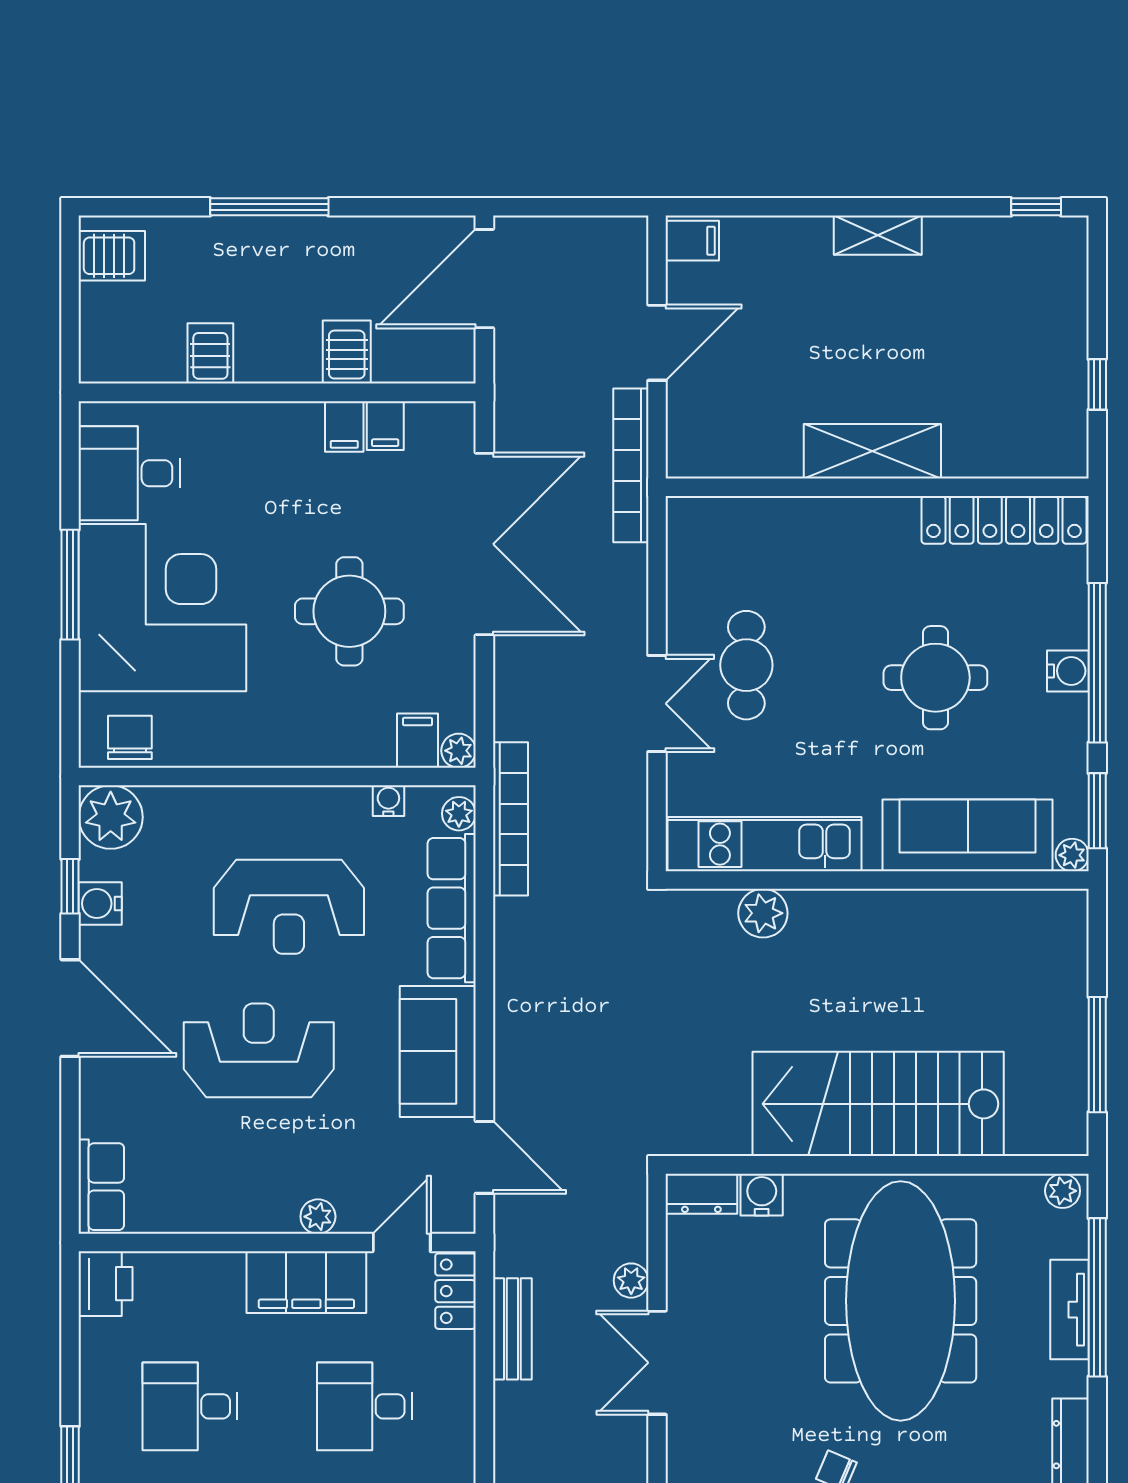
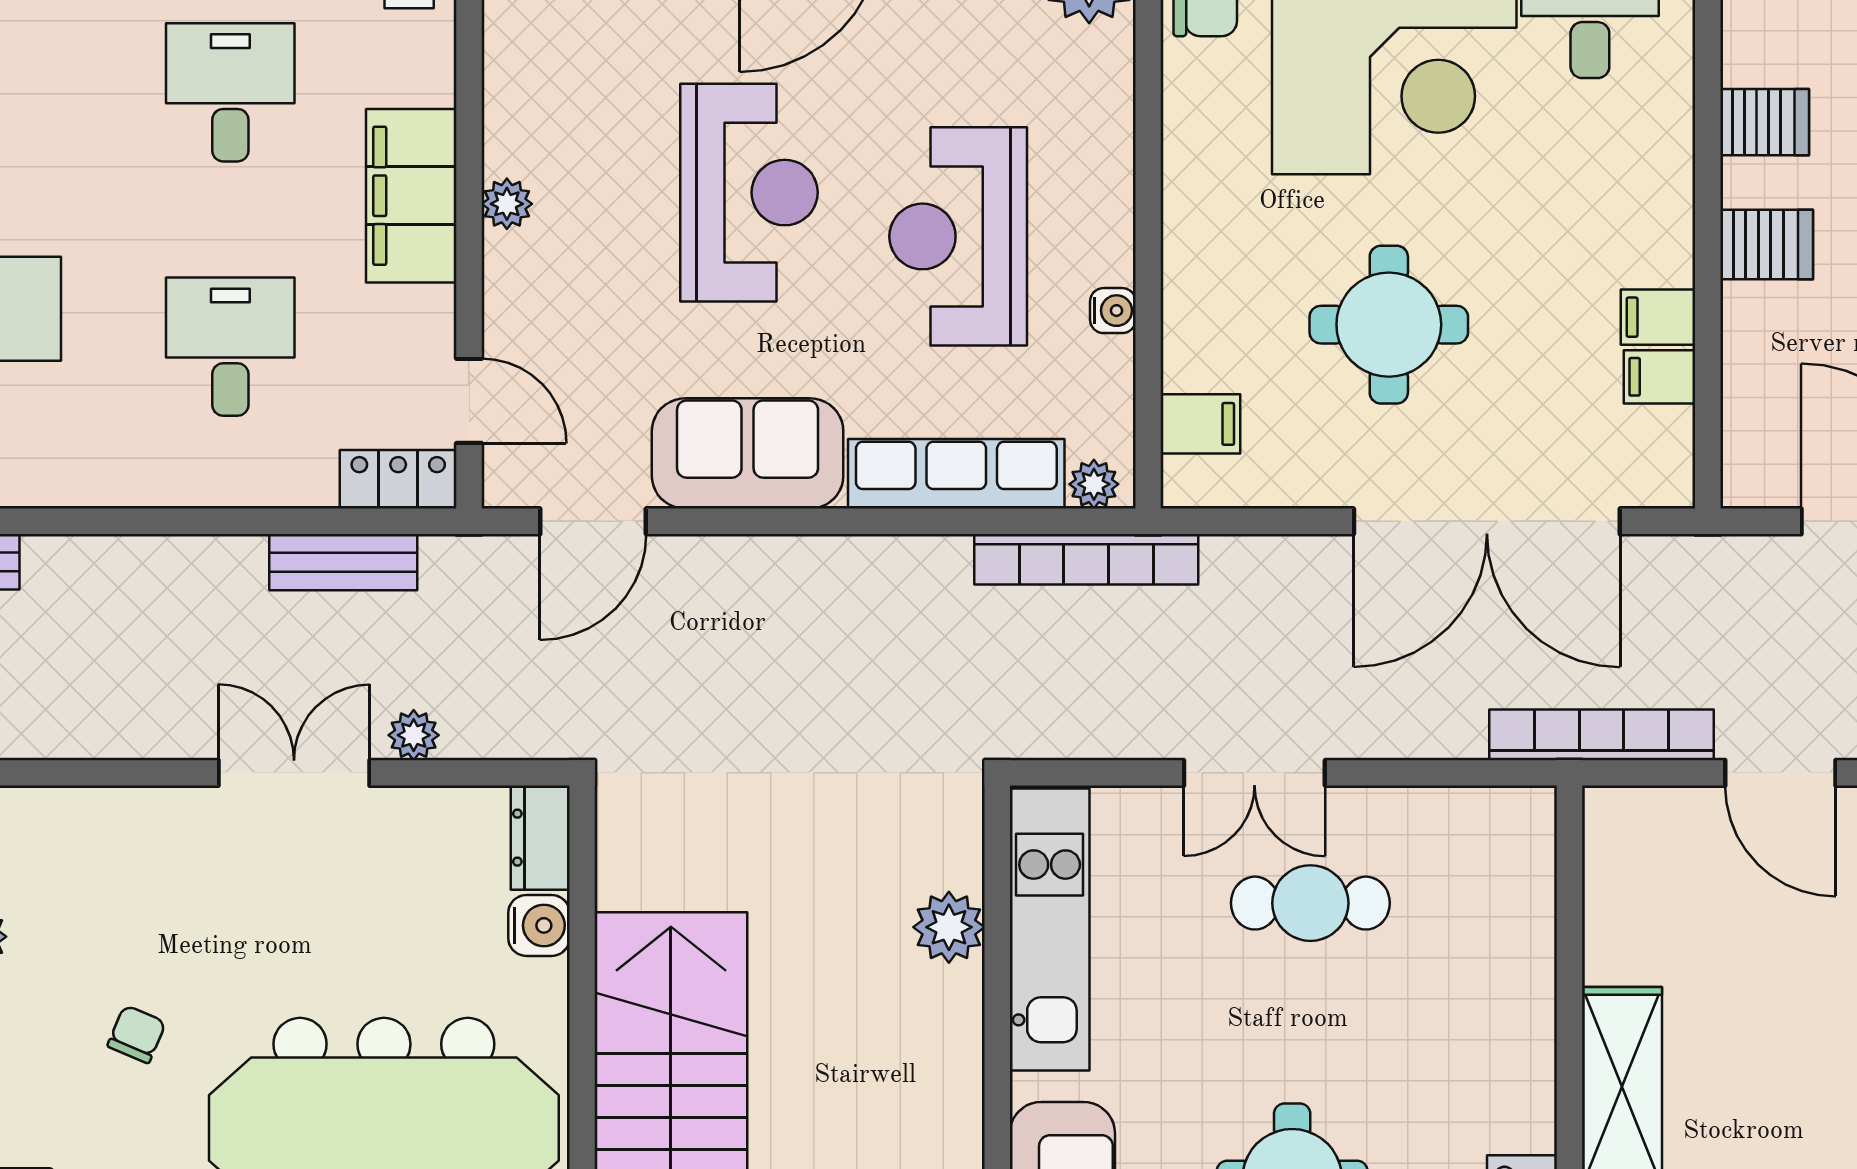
server rack: (347, 352) -> (1767, 245), moved
plant: (459, 751) -> (1186, 484), removed
water cooler: (388, 801) -> (1113, 311), moved
plant: (318, 1217) -> (507, 204), moved
filing cabinet: (306, 1282) -> (411, 196), moved

